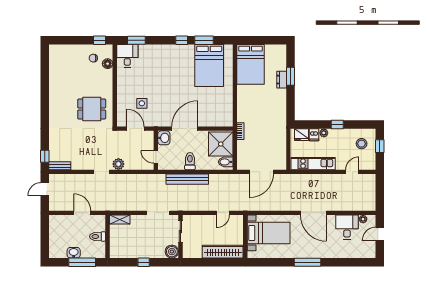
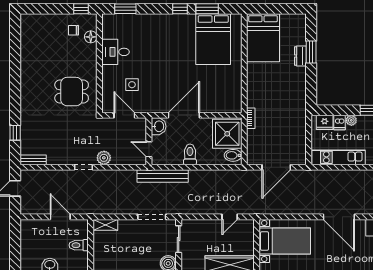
desk: (127, 56) -> (115, 52), moved, turned -90
window: (45, 156) -> (15, 133), moved
bench: (187, 179) -> (163, 176), moved

